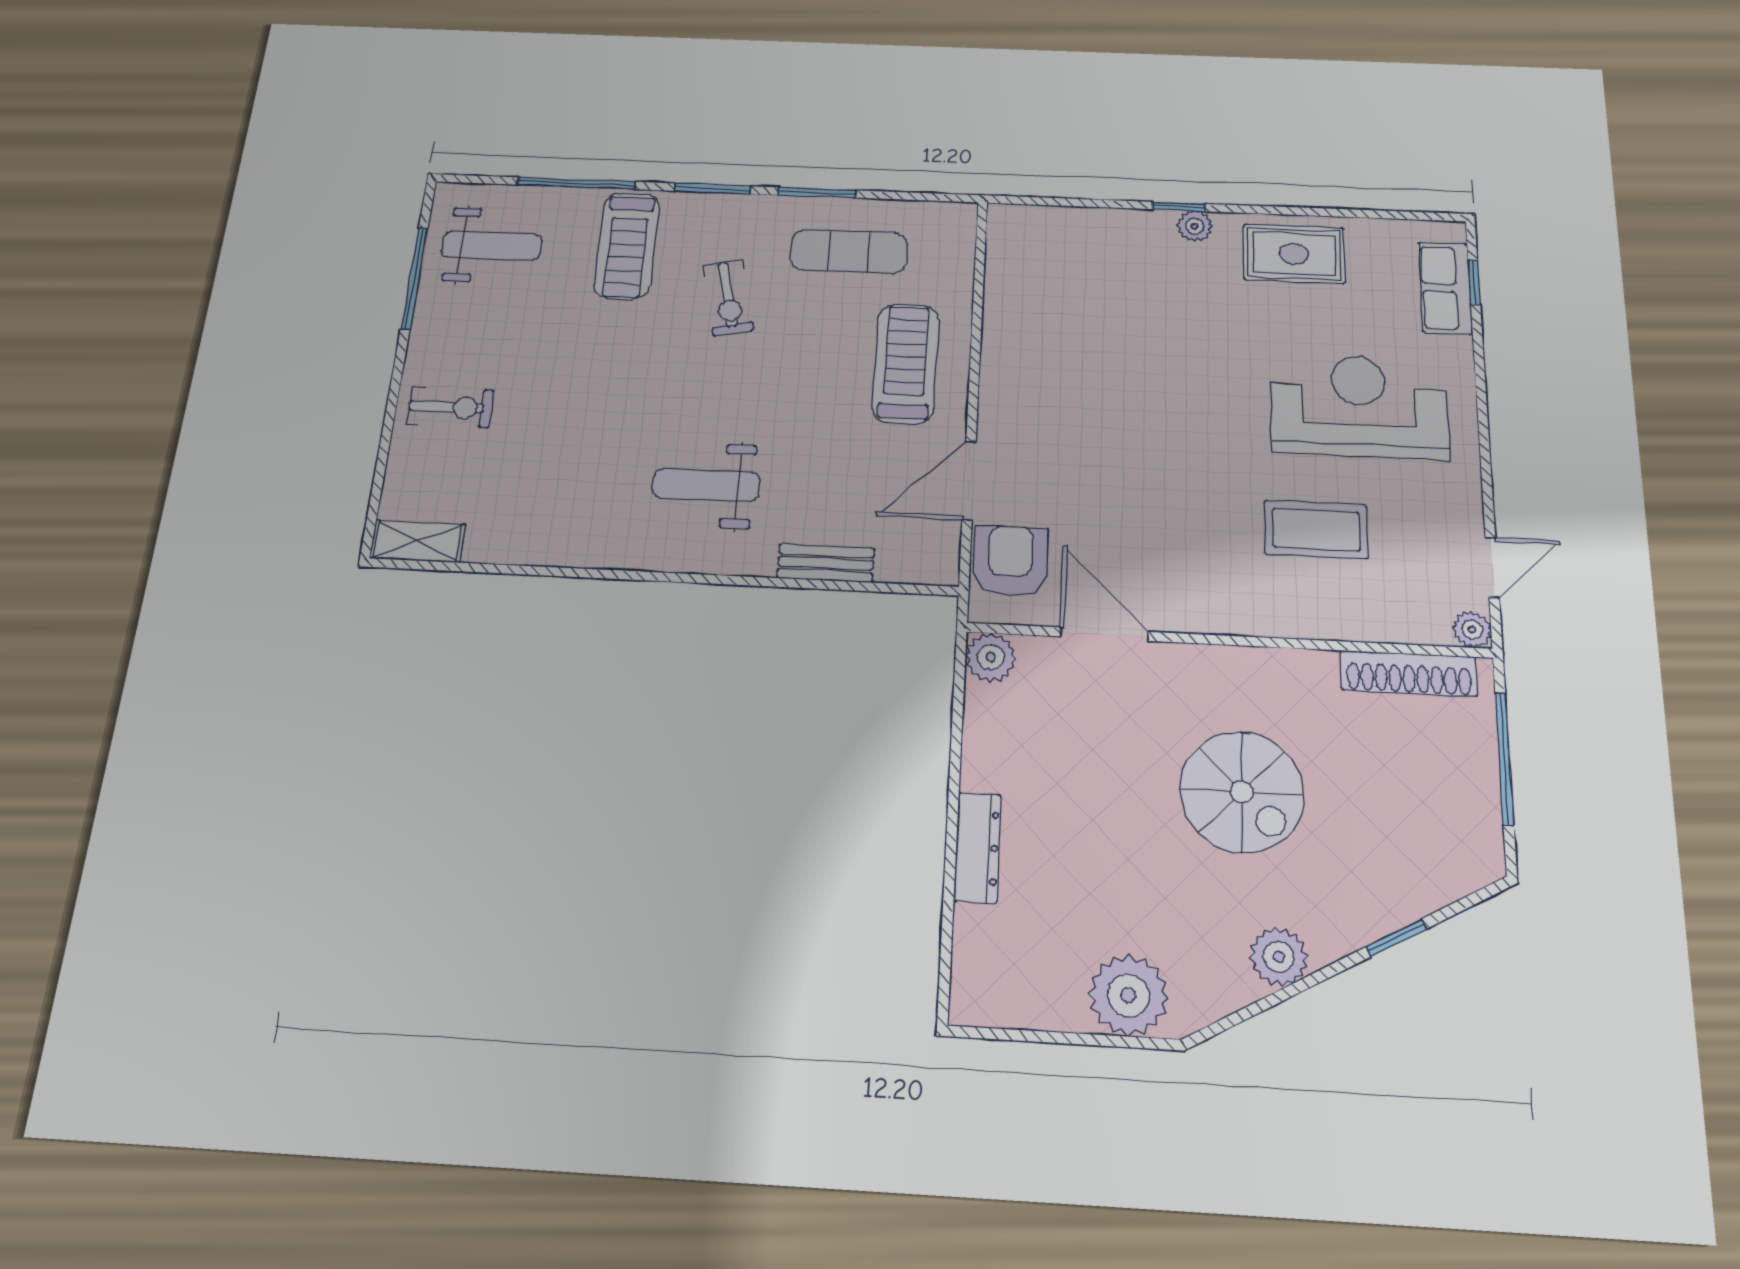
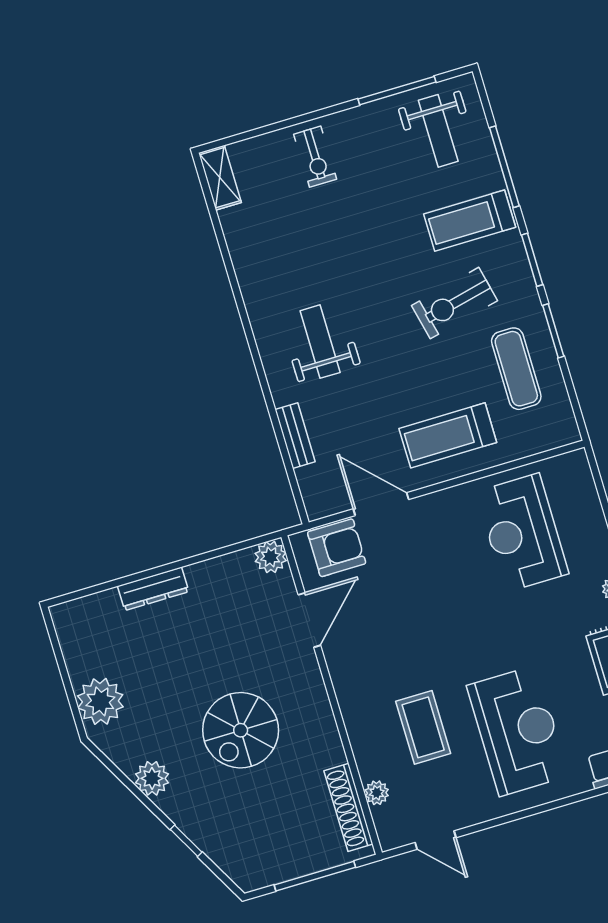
exercise bike: (728, 298) -> (455, 303), width x1.38, depth x1.39
reception desk: (1077, 314) -> (522, 533), added
treadmill: (906, 363) -> (448, 435), turned 180
plant: (1472, 630) -> (377, 793), moved

